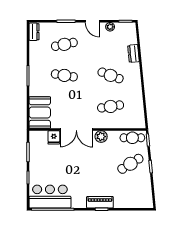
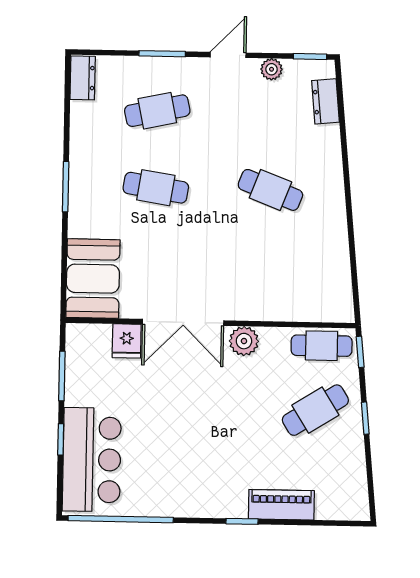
door: (92, 21) -> (228, 55), swing flipped
dresser: (133, 54) -> (326, 101), moved
cafe table: (111, 106) -> (269, 267), removed
bar counter: (50, 197) -> (92, 460), moved, turned 90
piano: (100, 202) -> (281, 505), moved

